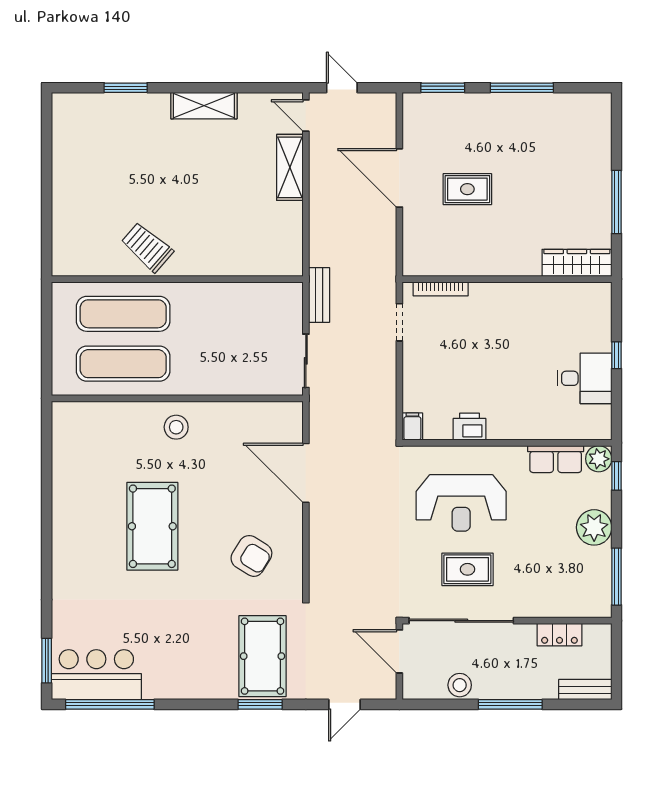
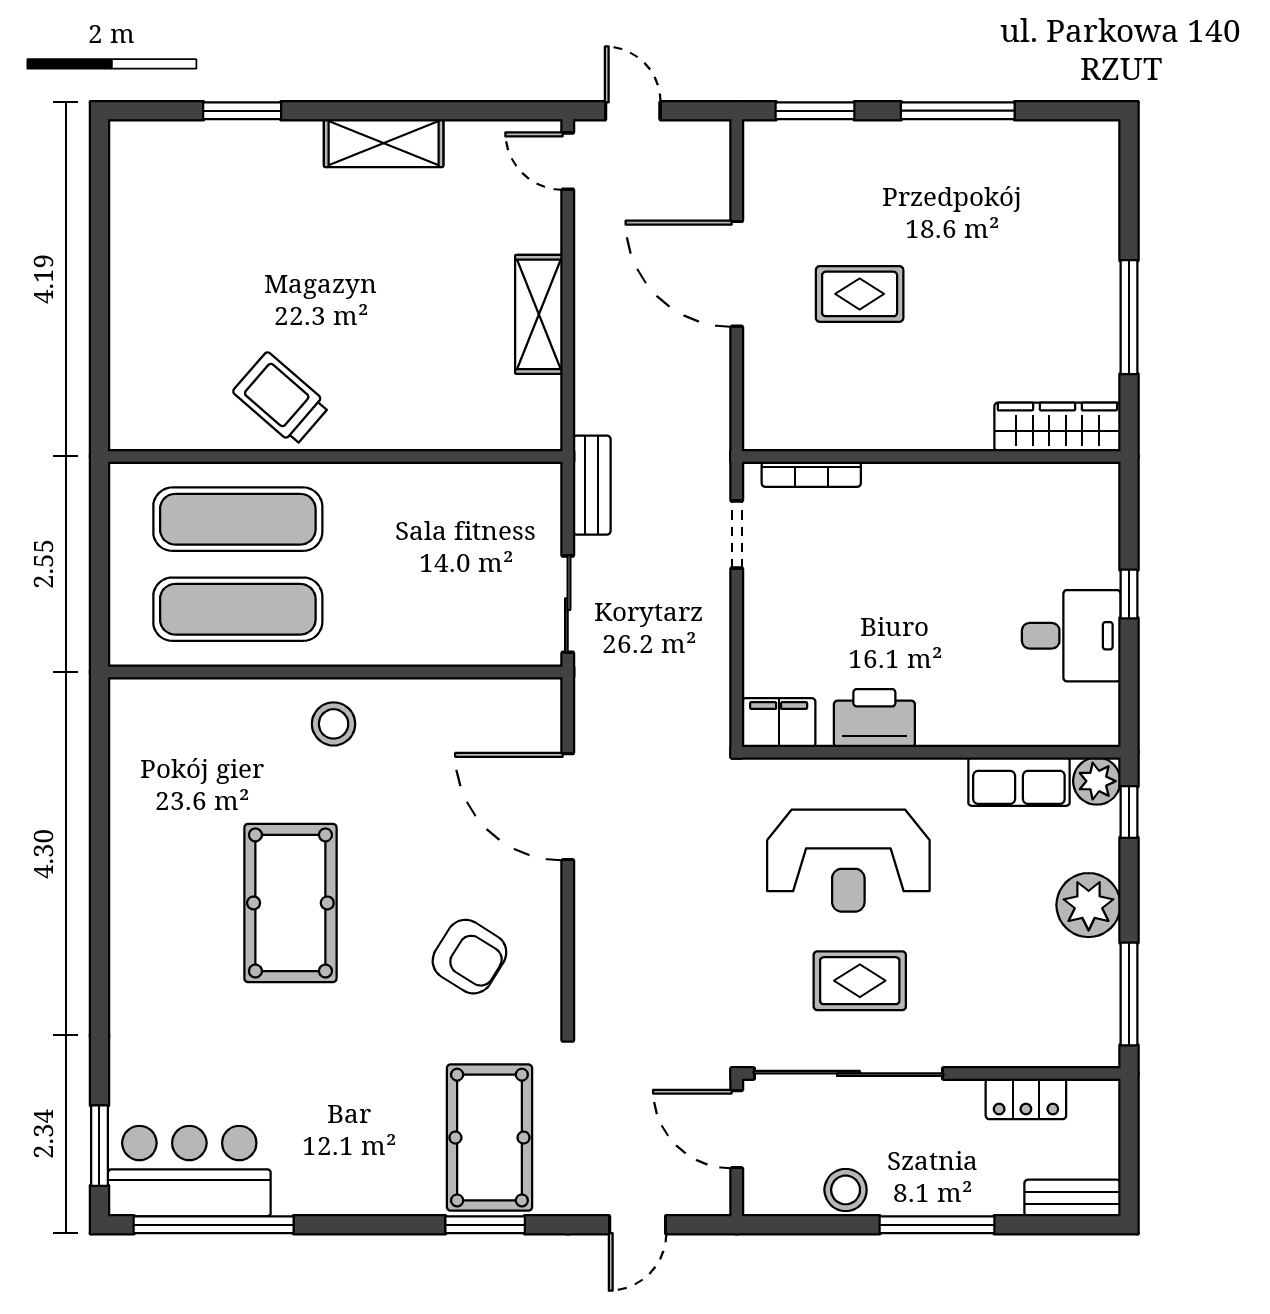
shelving: (290, 167) -> (539, 314), moved
filing cabinet: (412, 426) -> (779, 723), width x2.00
printer: (469, 427) -> (874, 718), width x1.37, depth x1.19

